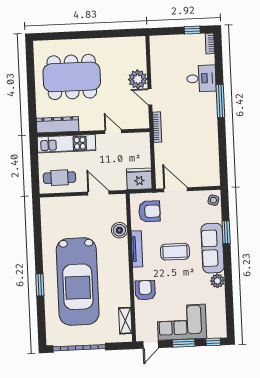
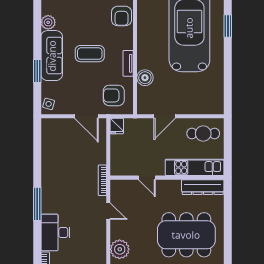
desk: (201, 78) -> (55, 232), width x1.37
plant: (138, 79) -> (120, 249), moved
fridge: (139, 179) -> (117, 126), width x0.53, depth x0.75
door: (98, 193) -> (165, 116), hinge flipped
tv unit: (137, 249) -> (128, 63), width x0.71

